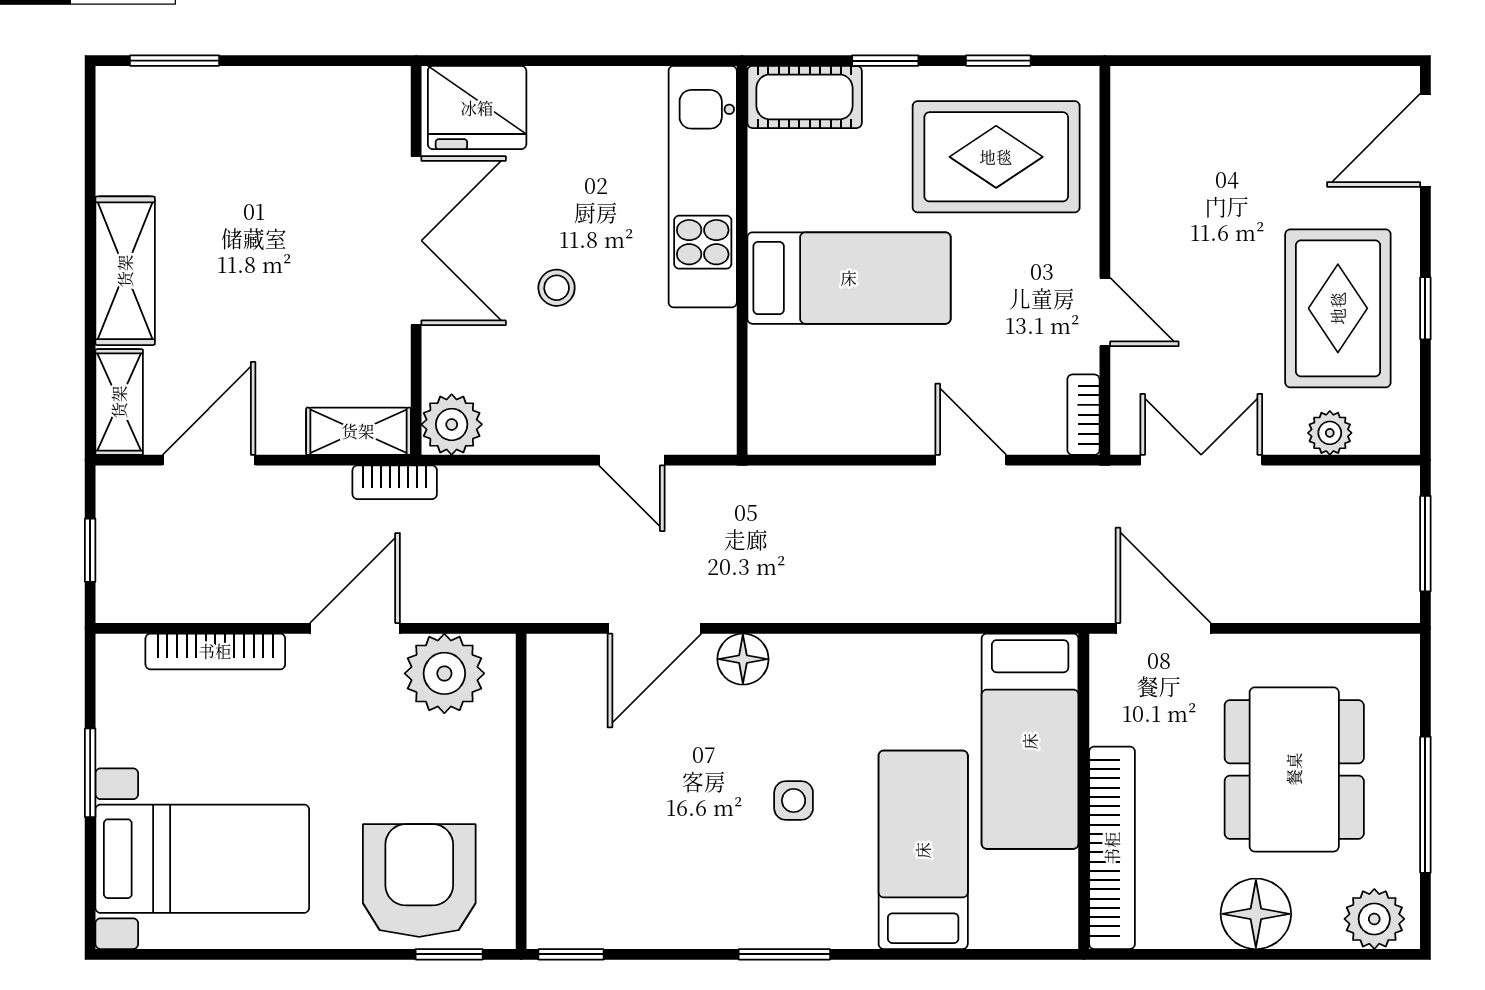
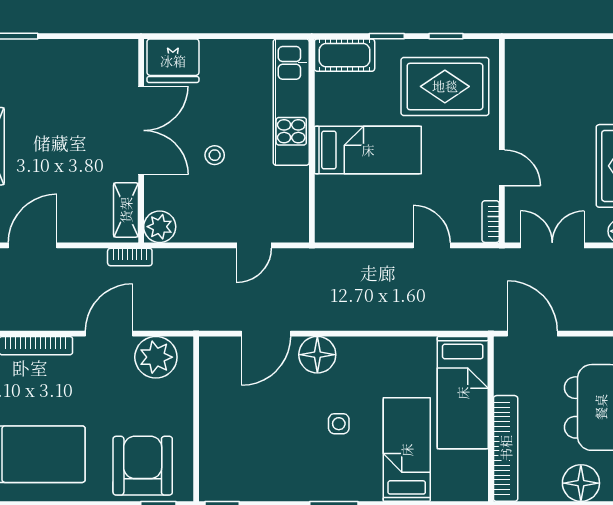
shelving: (358, 431) -> (126, 210), moved, turned 90
door: (632, 460) -> (254, 245), hinge flipped
floor lamp: (743, 659) -> (317, 355), width x1.38, depth x1.38

